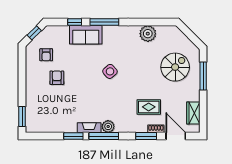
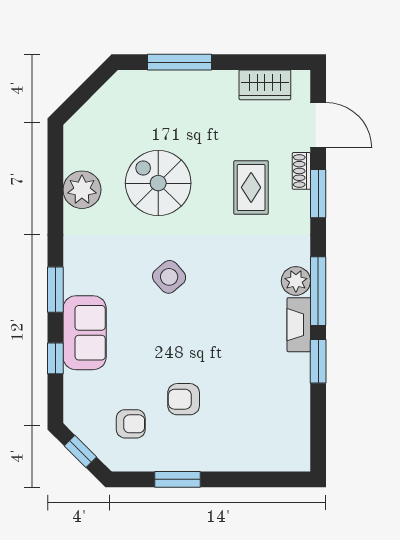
window: (104, 22) -> (55, 290), width x0.69
spiral stairs: (175, 67) -> (158, 183), moved
window: (22, 116) -> (178, 479), moved
door: (176, 136) -> (318, 125), swing flipped

